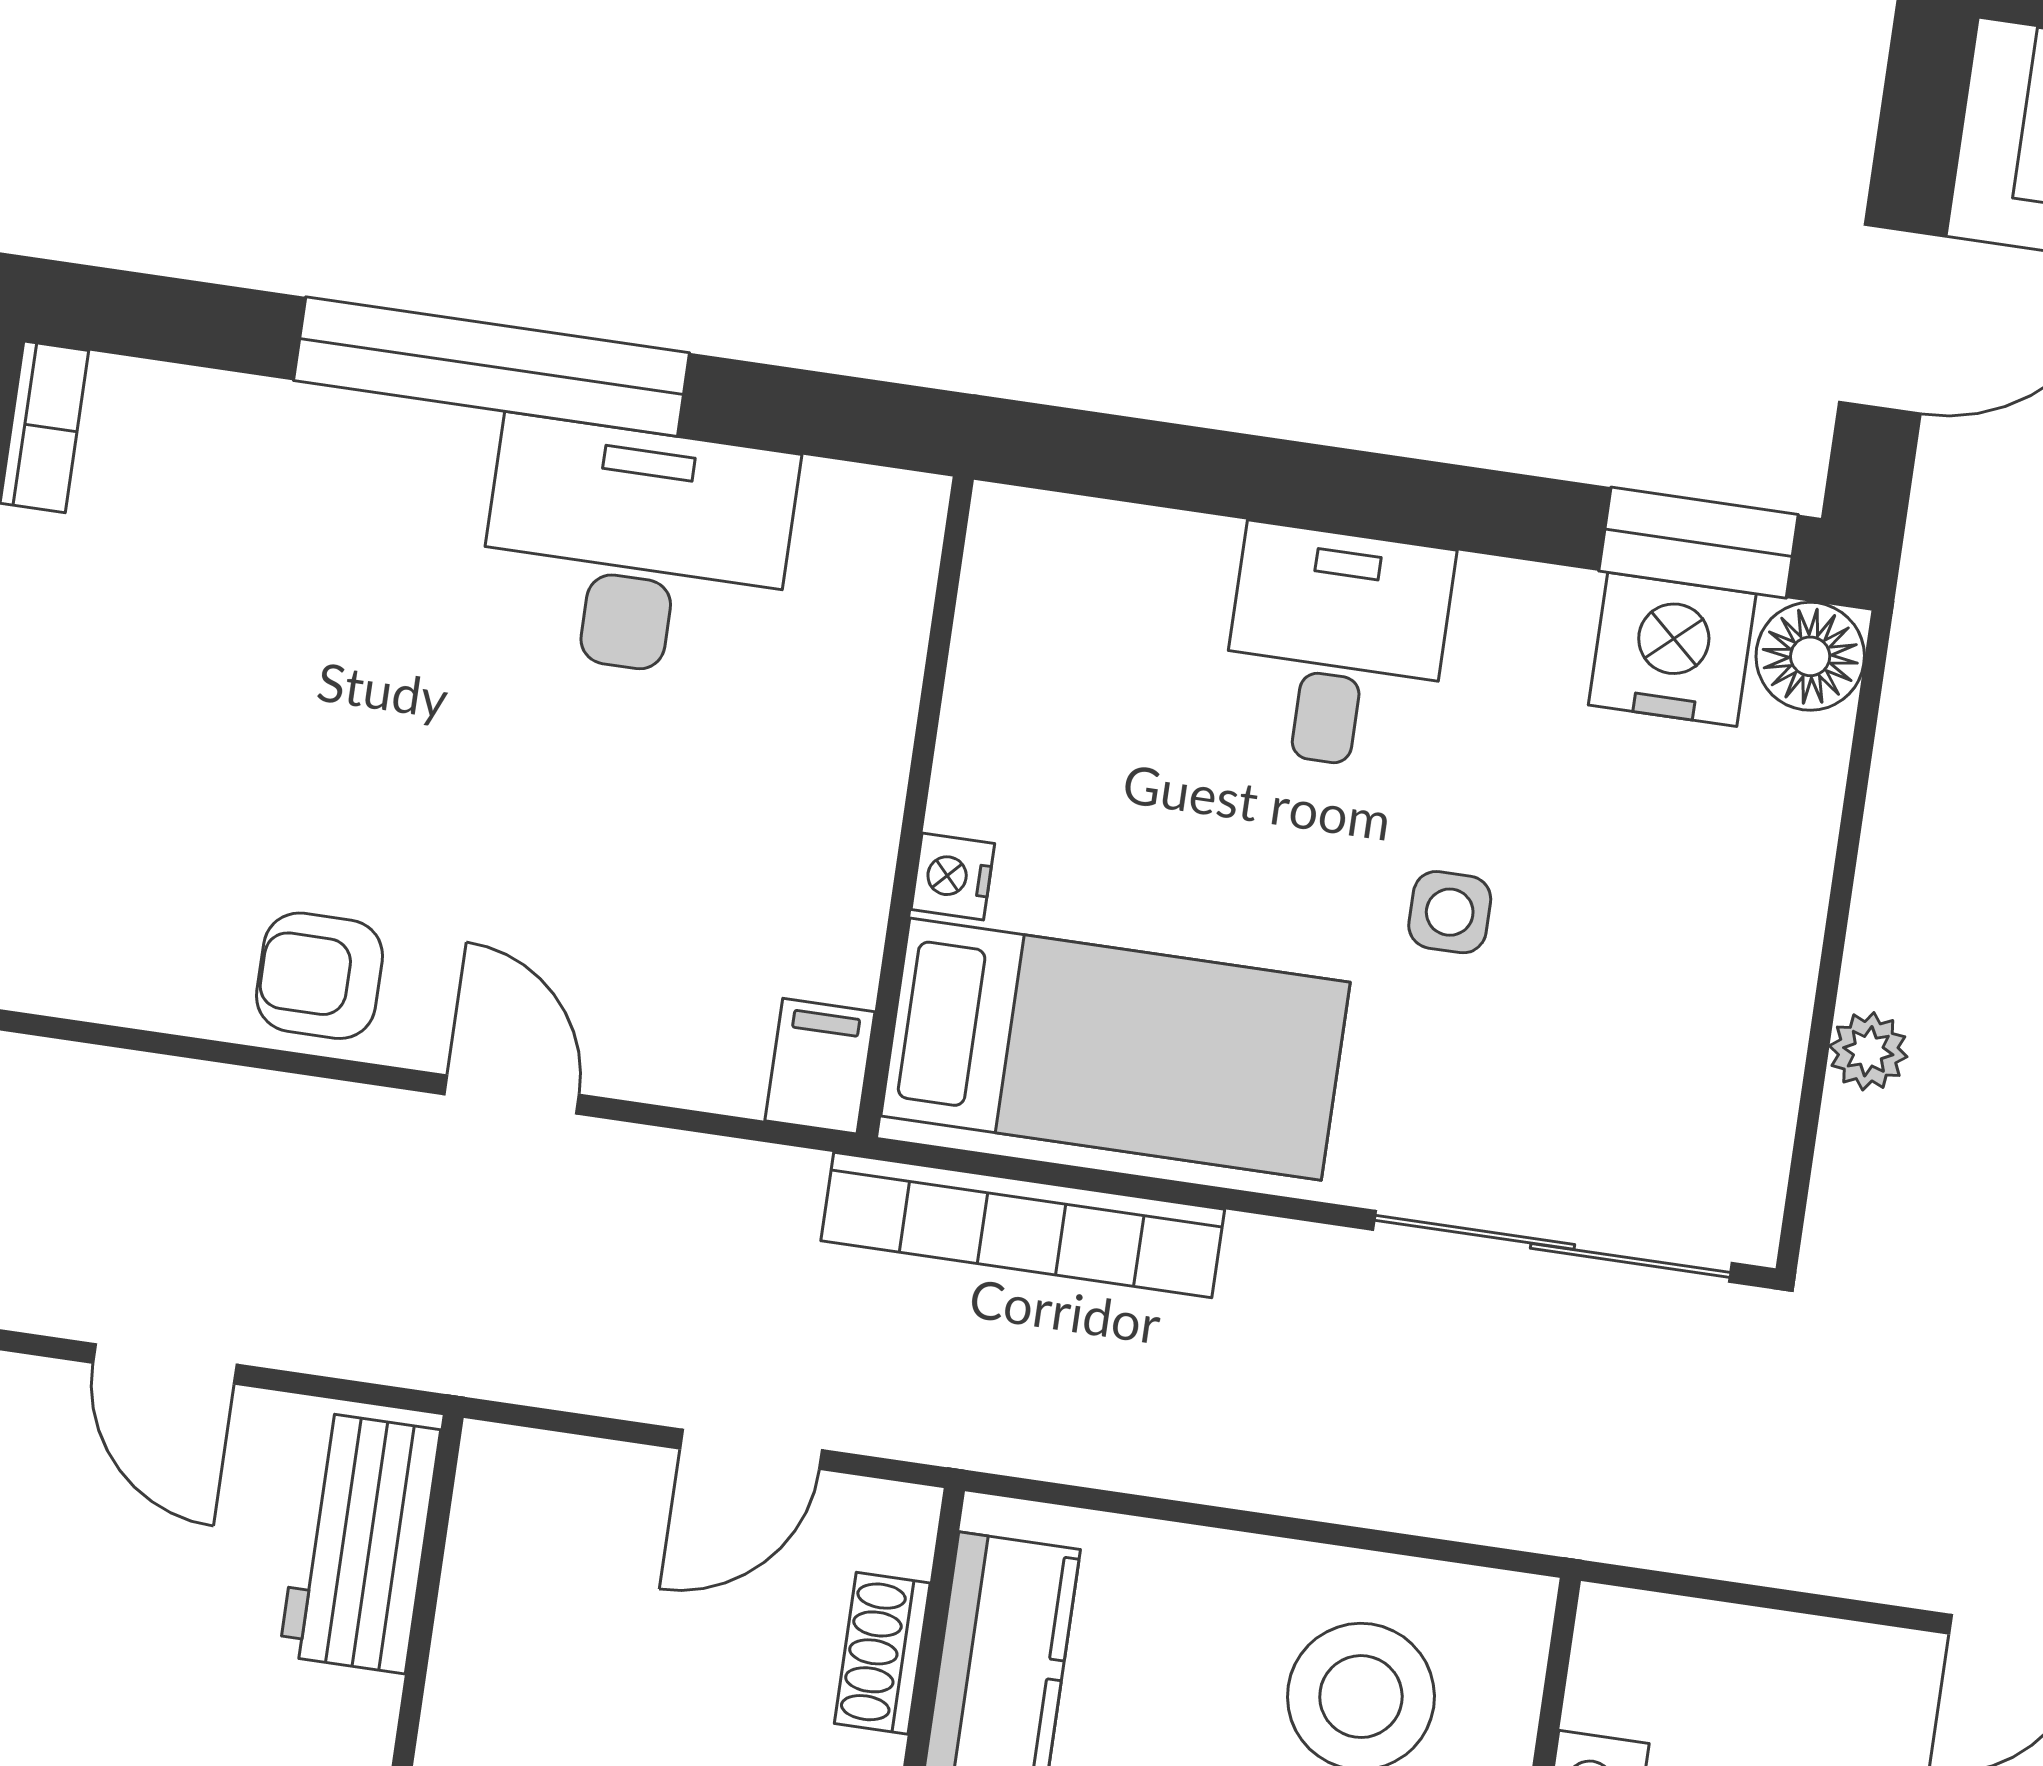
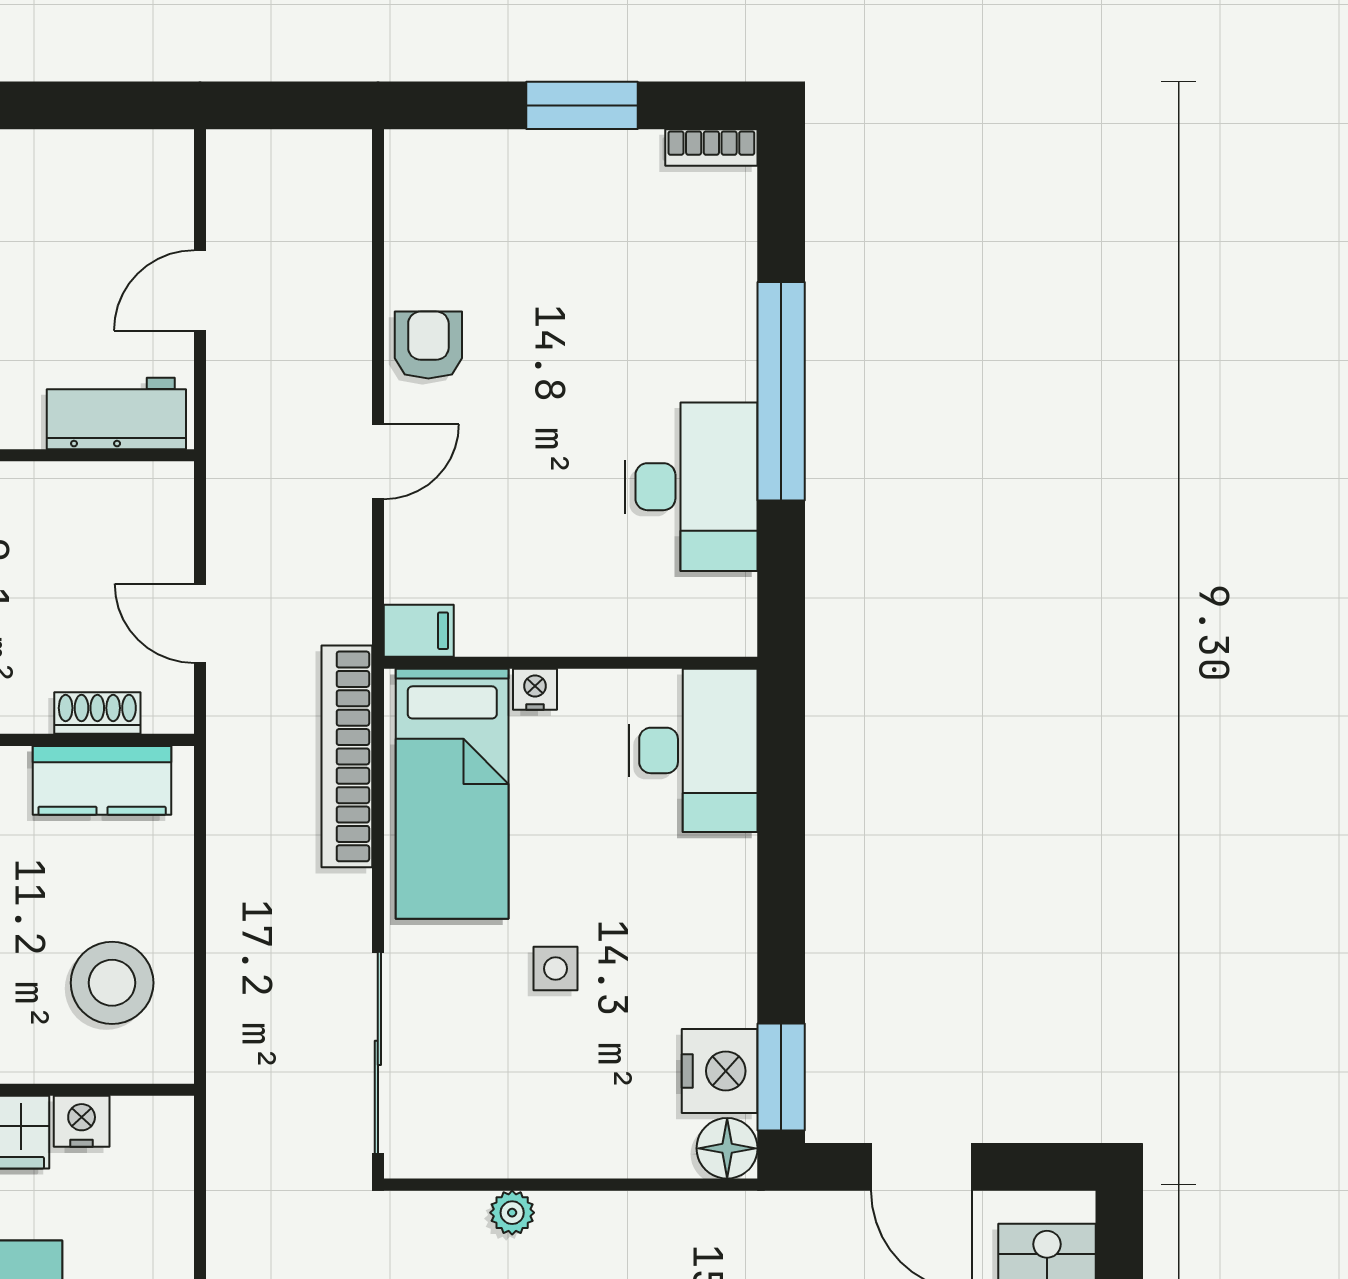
desk: (1336, 648) -> (693, 750), moved, width x1.37

